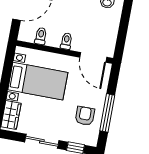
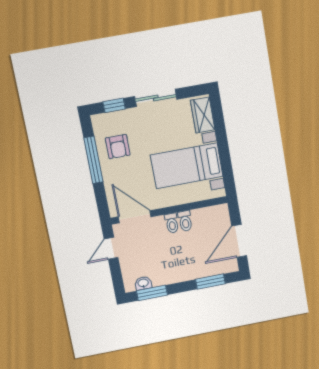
toilet: (41, 36) -> (185, 221), moved
door: (121, 40) -> (111, 248), added

